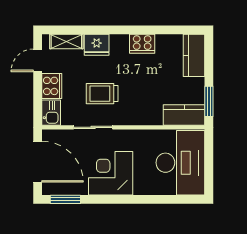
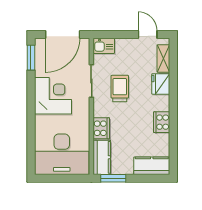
cooker: (52, 86) -> (101, 128), moved, turned -90

